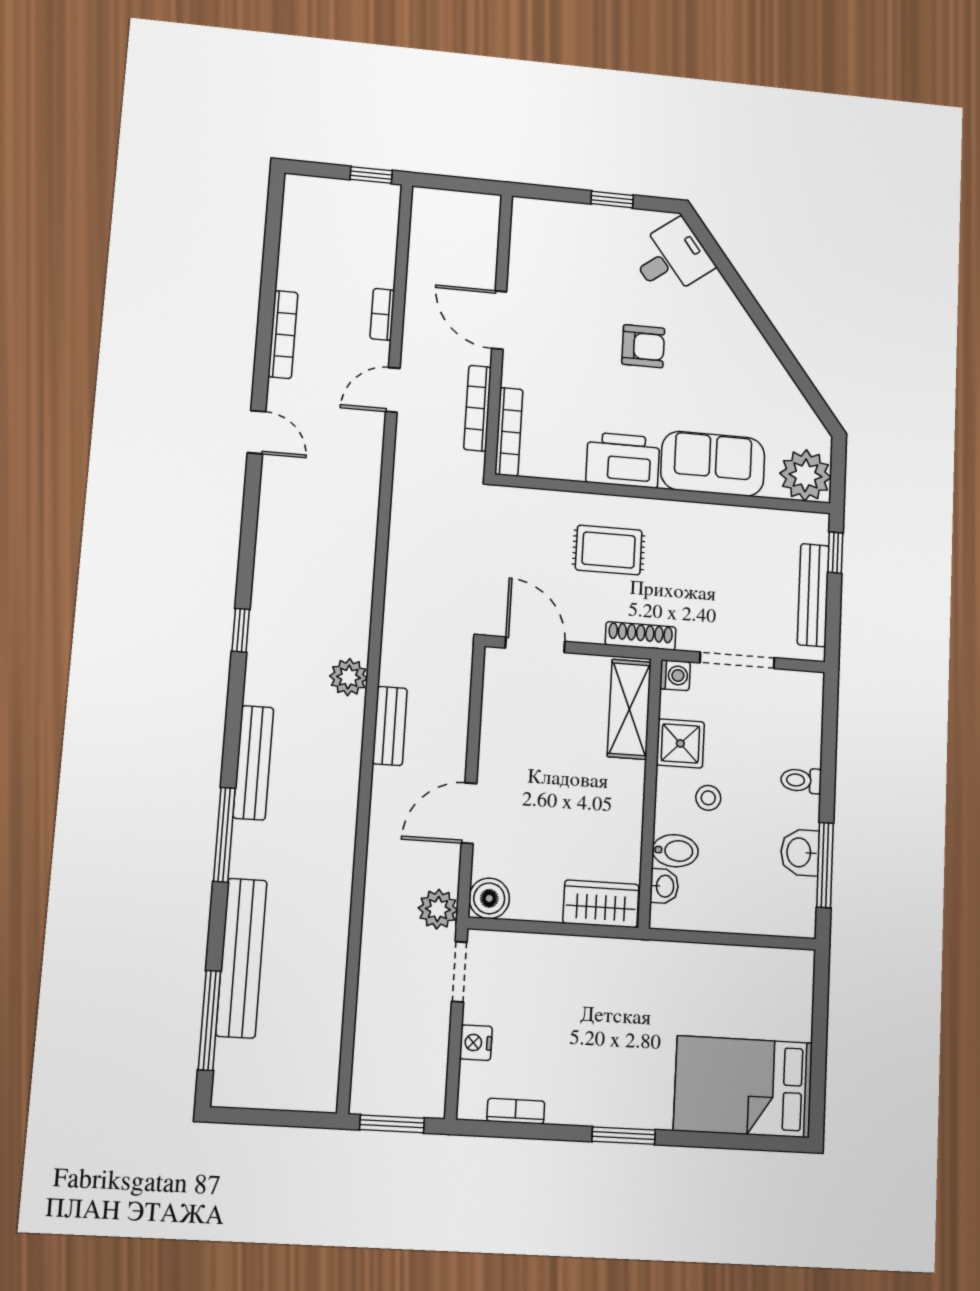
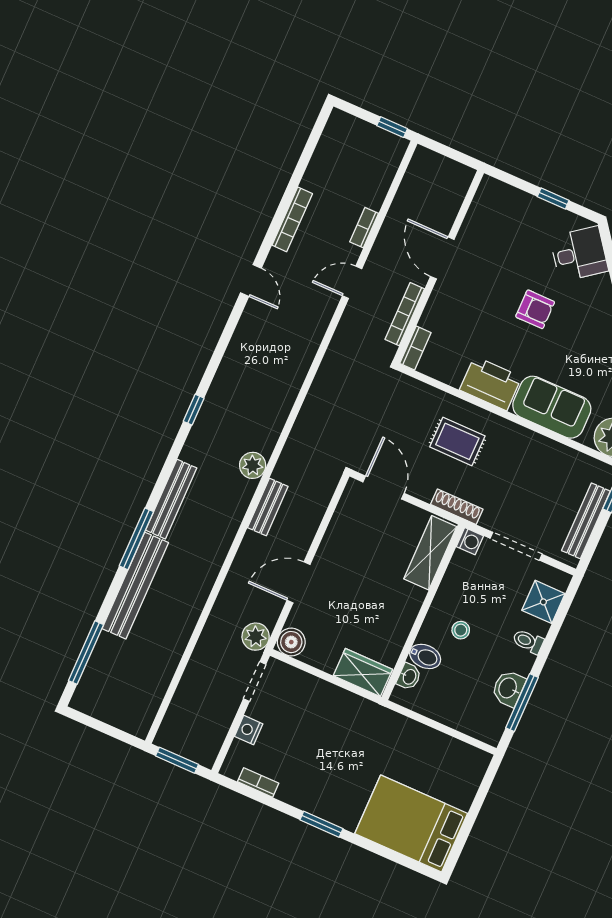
bookcase: (509, 432) -> (415, 348), width x0.64
shower: (680, 743) -> (543, 602), moved
bench: (241, 958) -> (135, 586), moved

